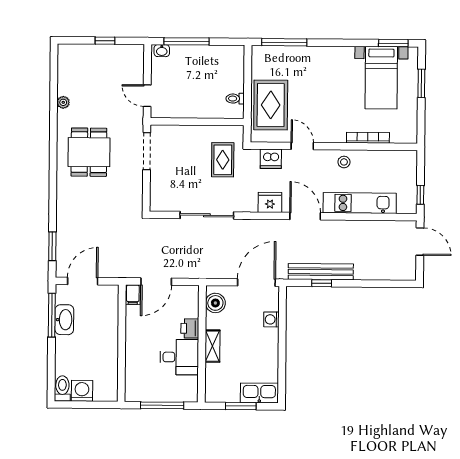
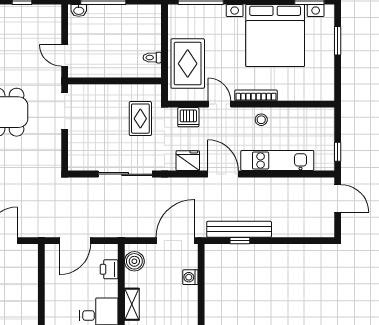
bed with nightstands: (381, 78) -> (275, 35), width x1.85
bookcase: (368, 138) -> (256, 95), moved
filing cabinet: (133, 295) -> (52, 254), removed
printer: (190, 328) -> (109, 269), moved

